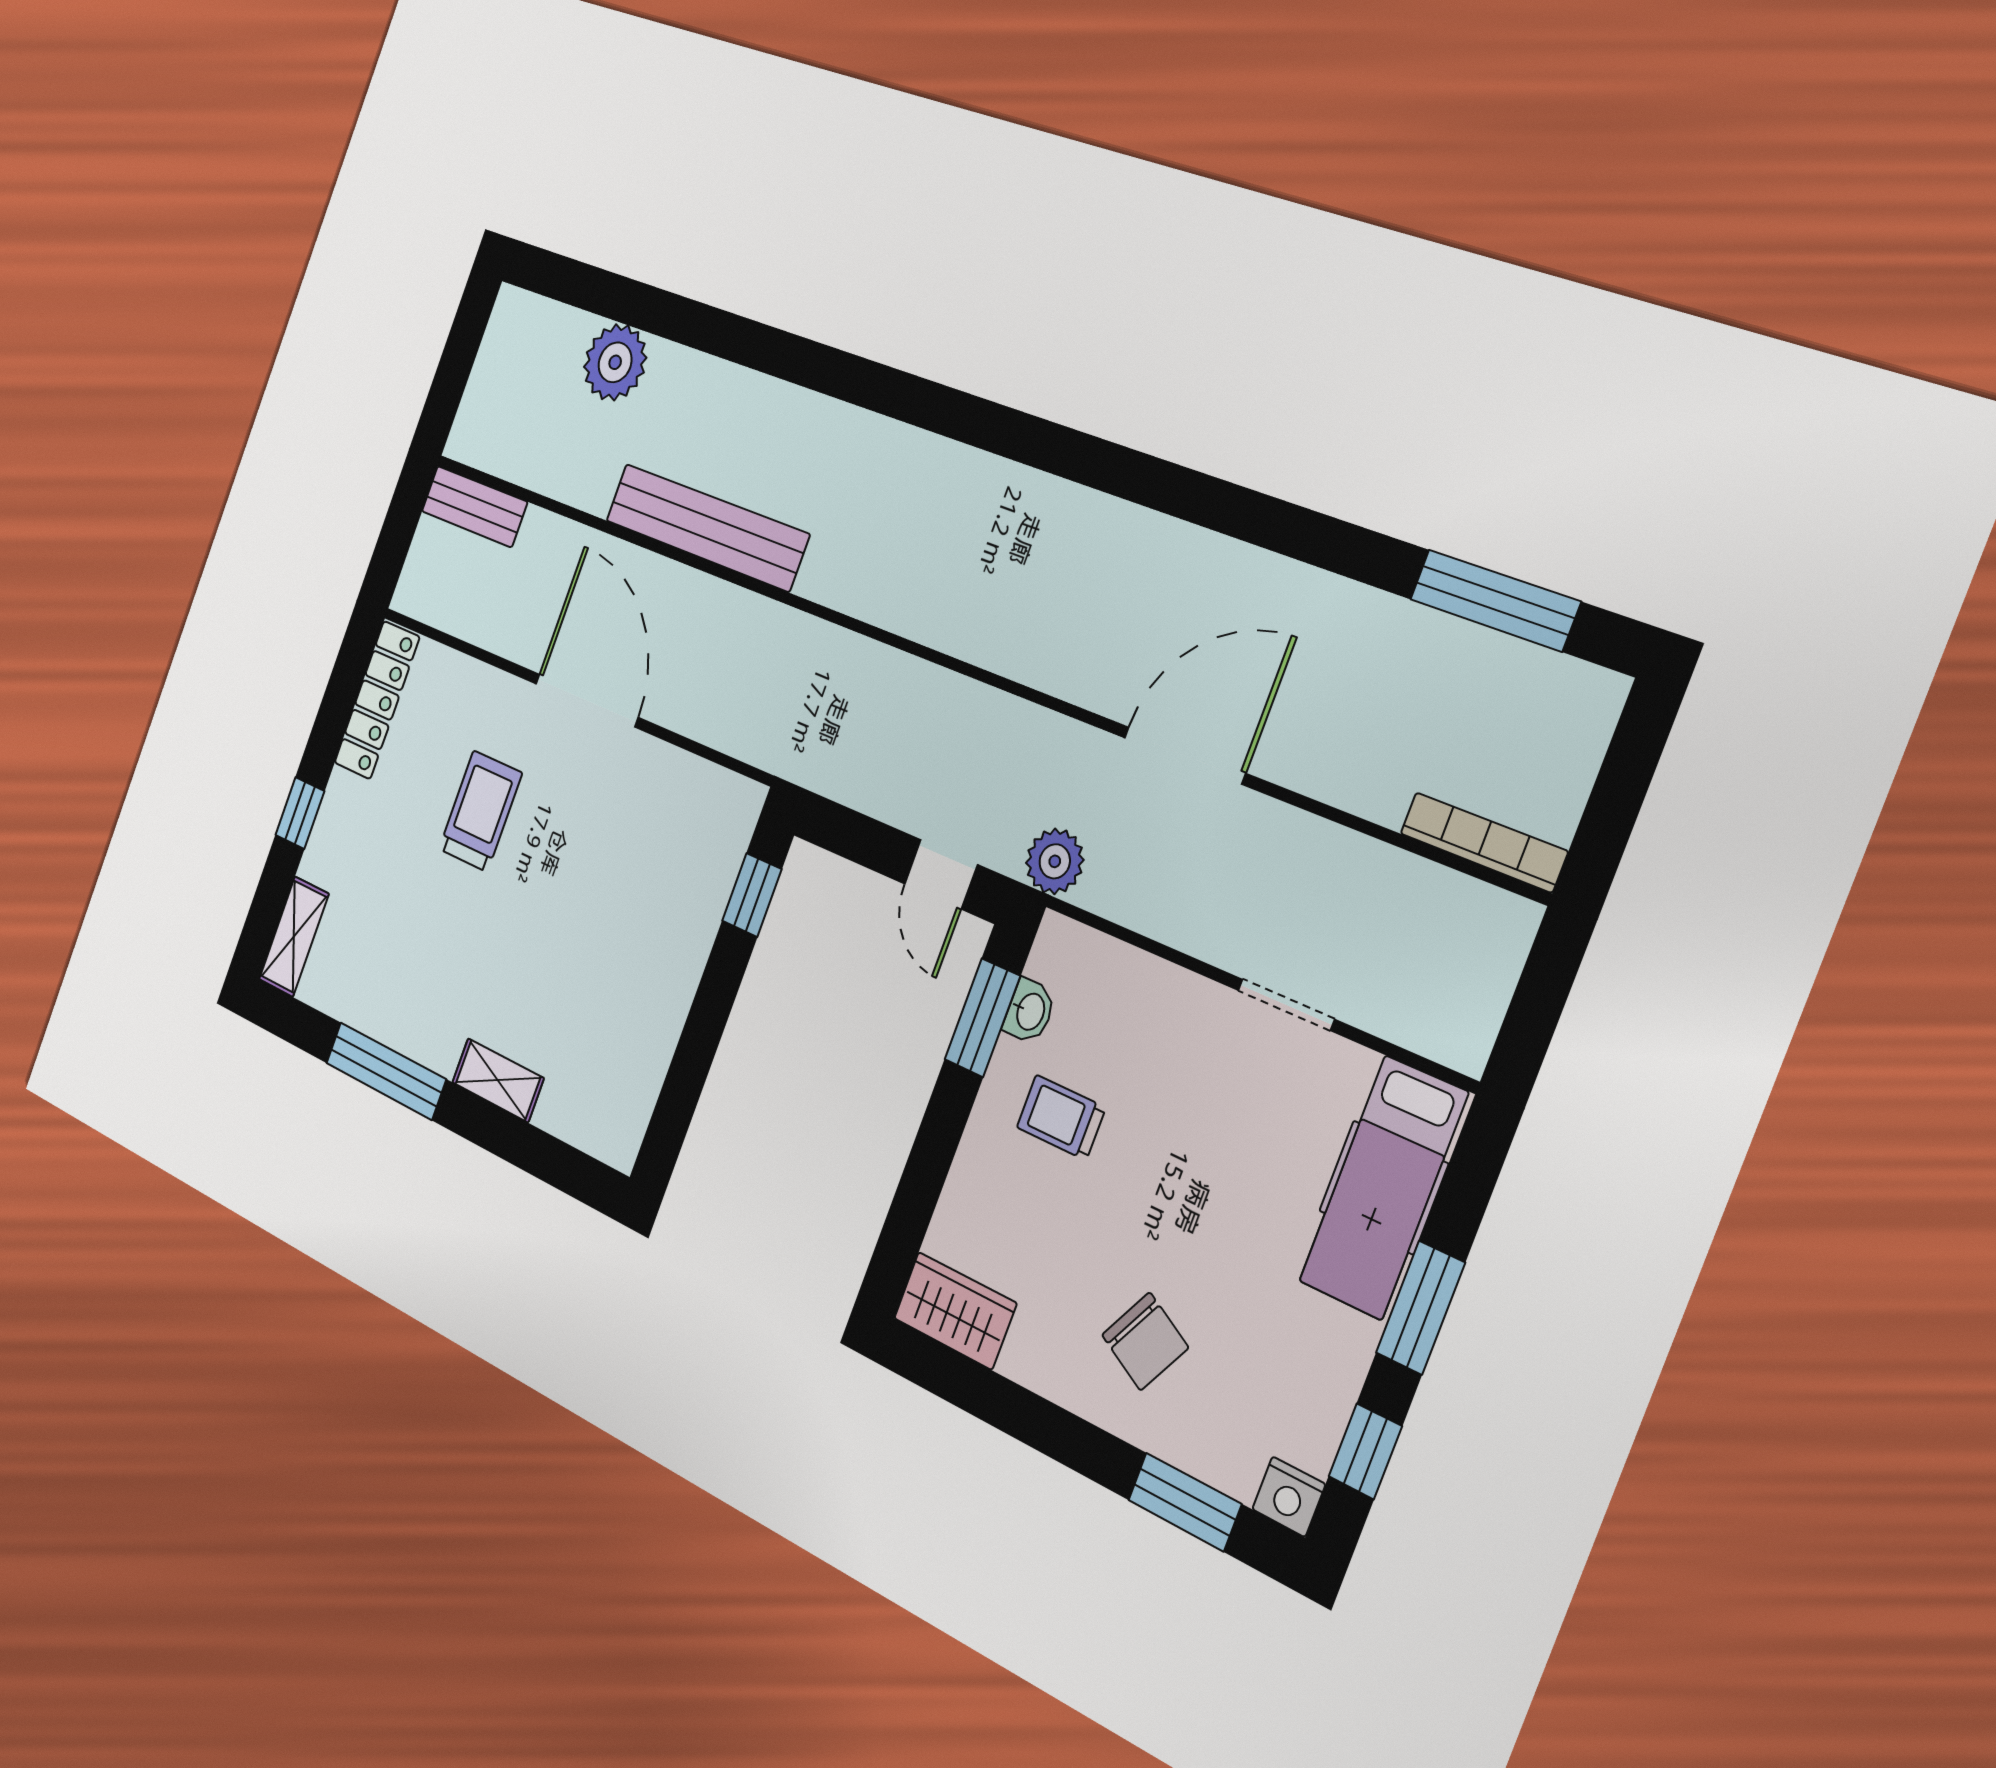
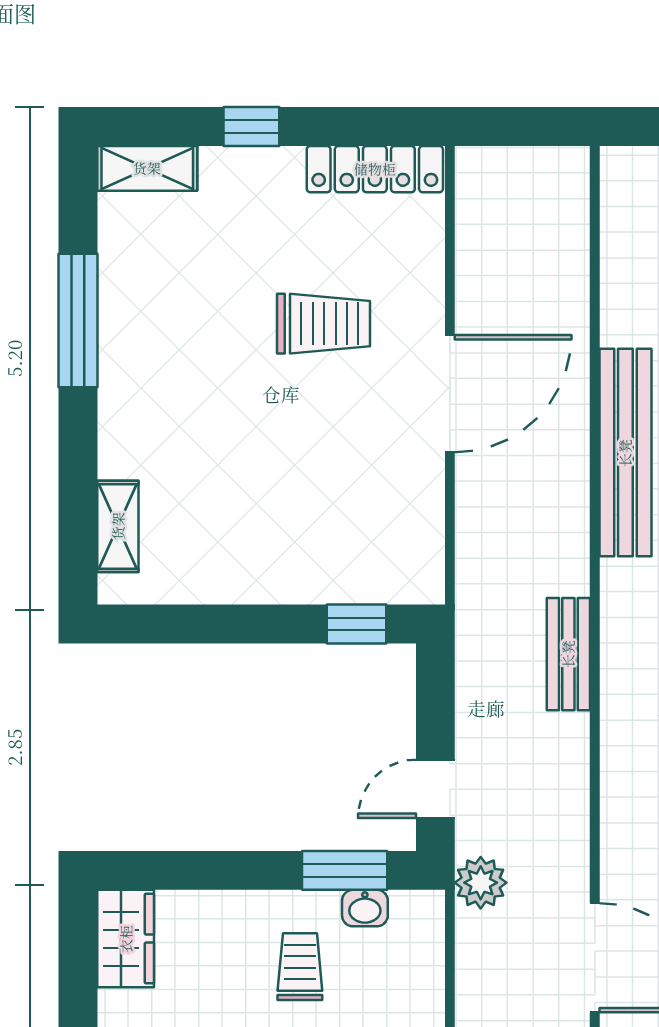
bench: (474, 506) -> (568, 654), moved
shelving: (498, 1080) -> (118, 526), moved

